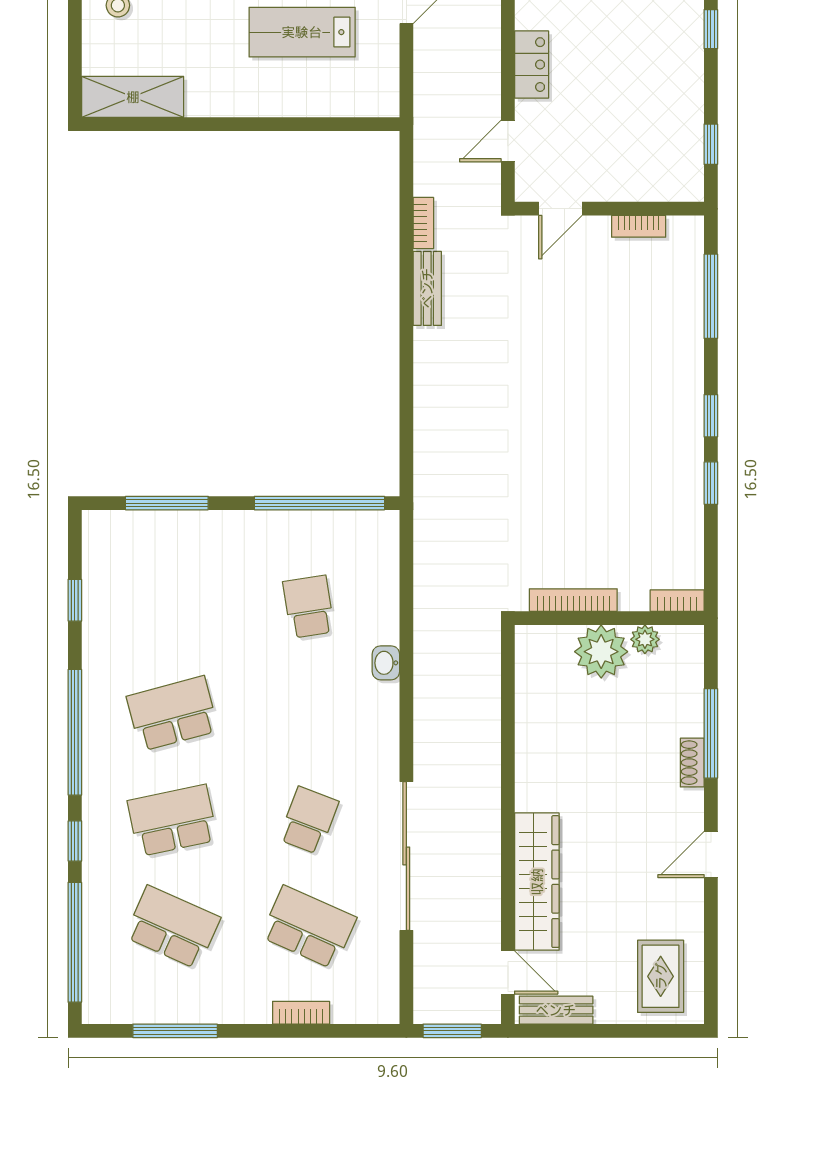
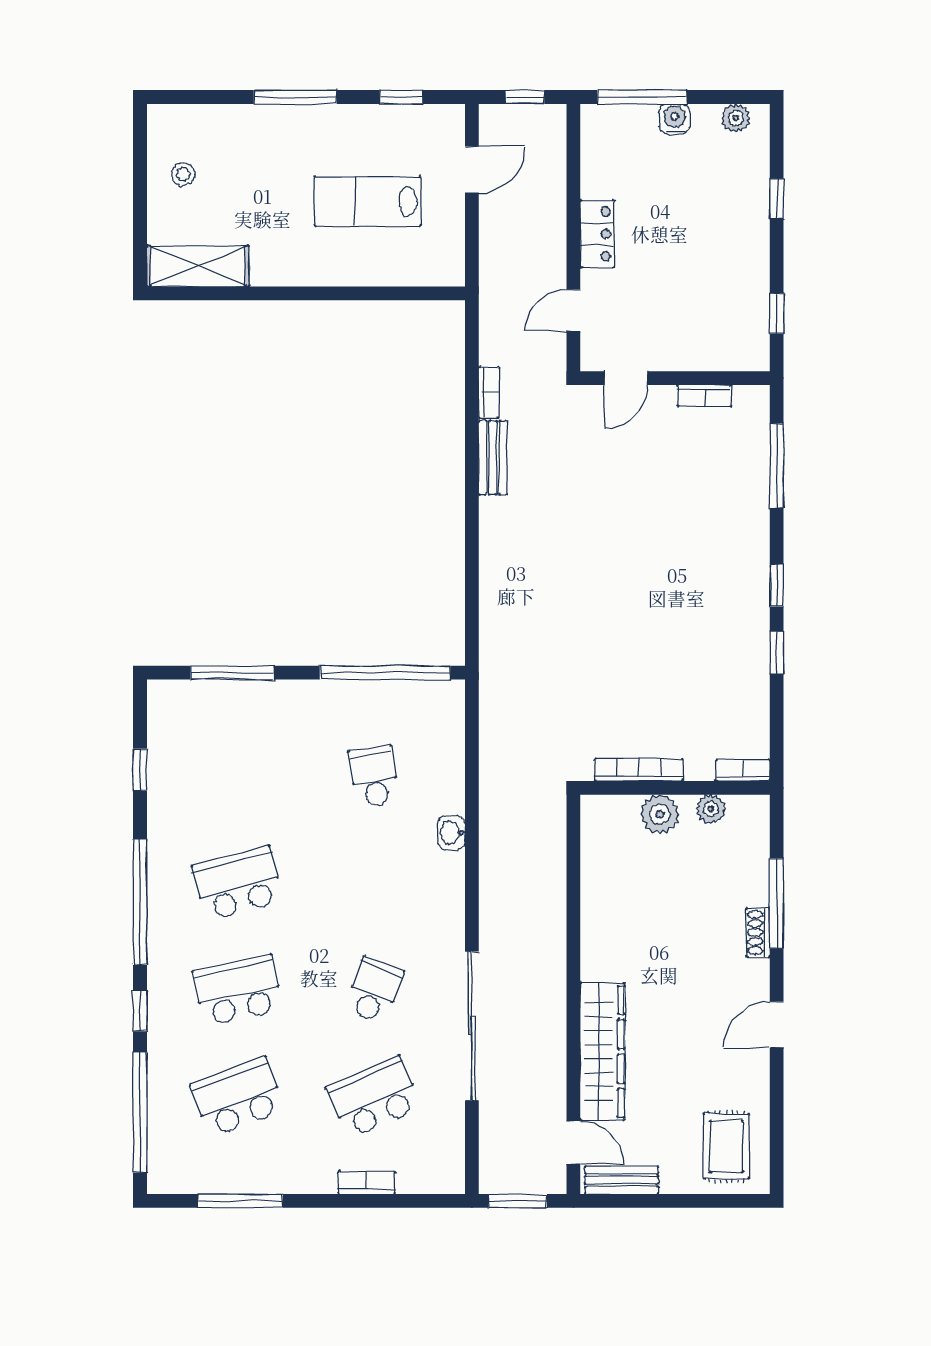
plant: (601, 652) -> (660, 814), width x0.73, depth x0.73
school desk: (172, 927) -> (238, 1097), turned -45
school desk: (309, 927) -> (374, 1097), turned -48

